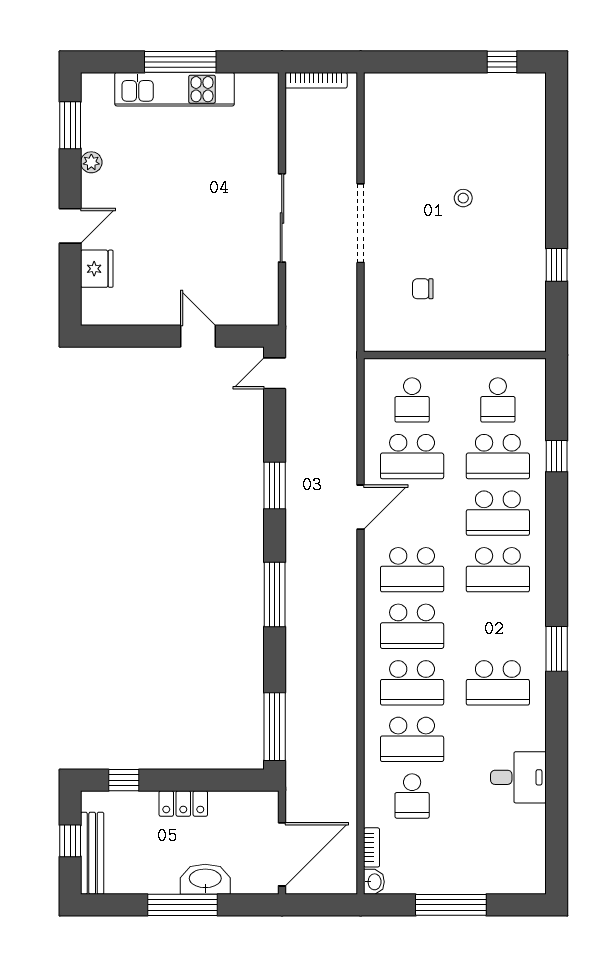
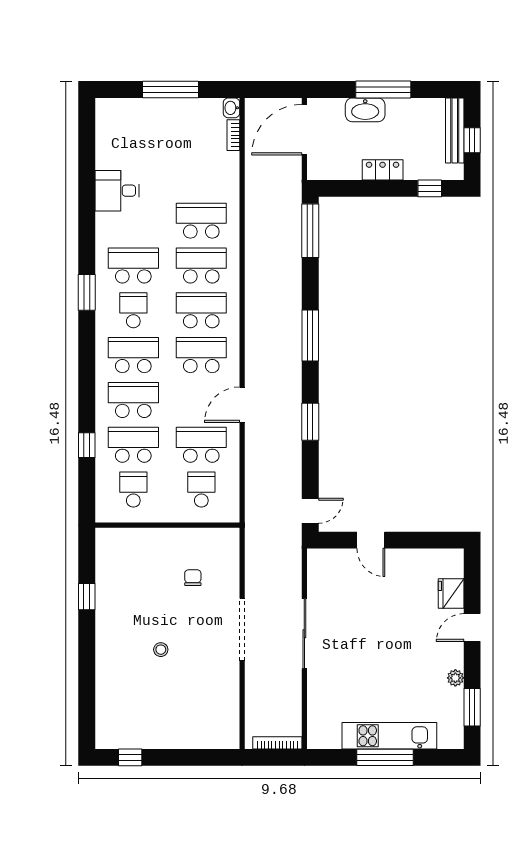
chair: (423, 289) -> (193, 578), turned -90
school desk: (412, 796) -> (133, 310), moved

